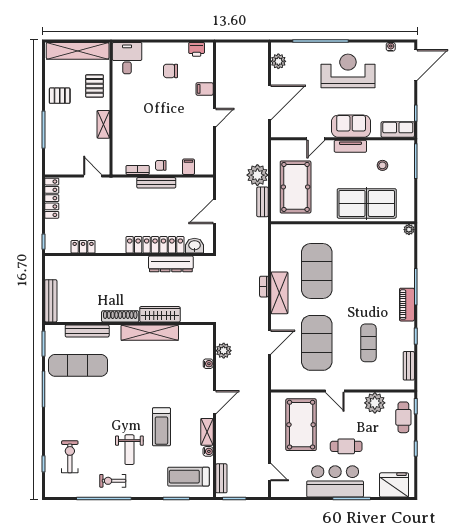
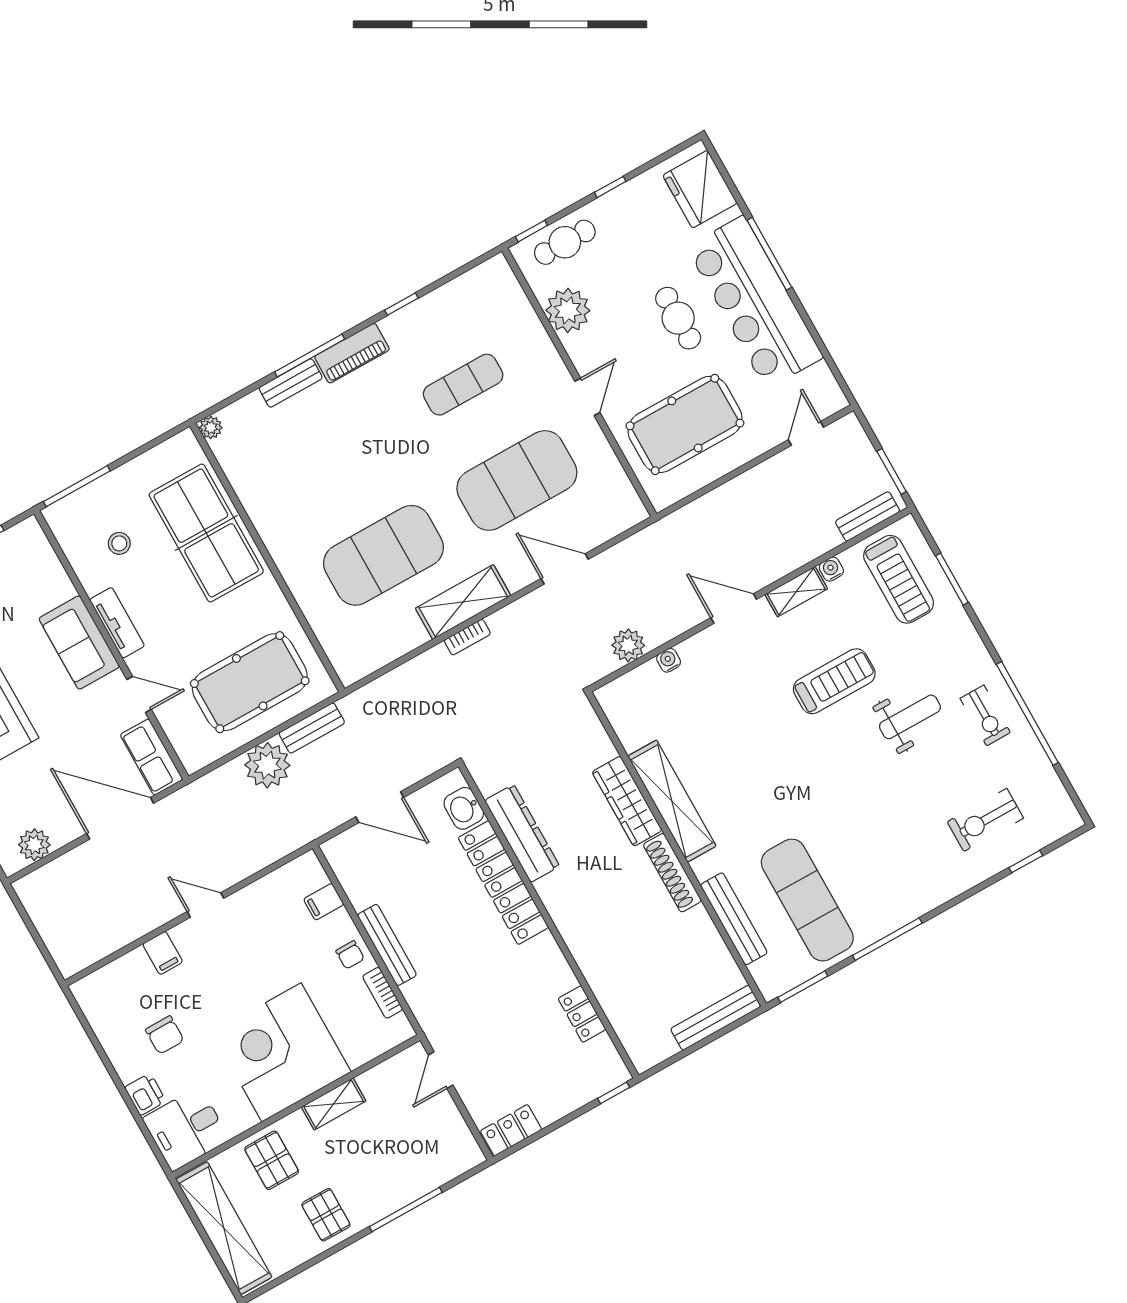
printer: (197, 49) -> (145, 1094), moved
pallet: (95, 86) -> (272, 1160), turned 90
corner desk: (136, 115) -> (282, 1052), added
row of seats: (398, 129) -> (152, 757), moved
locker: (52, 198) -> (511, 1130), width x0.66
bench: (409, 366) -> (291, 383), moved
bar counter: (335, 481) -> (755, 302), width x1.36

